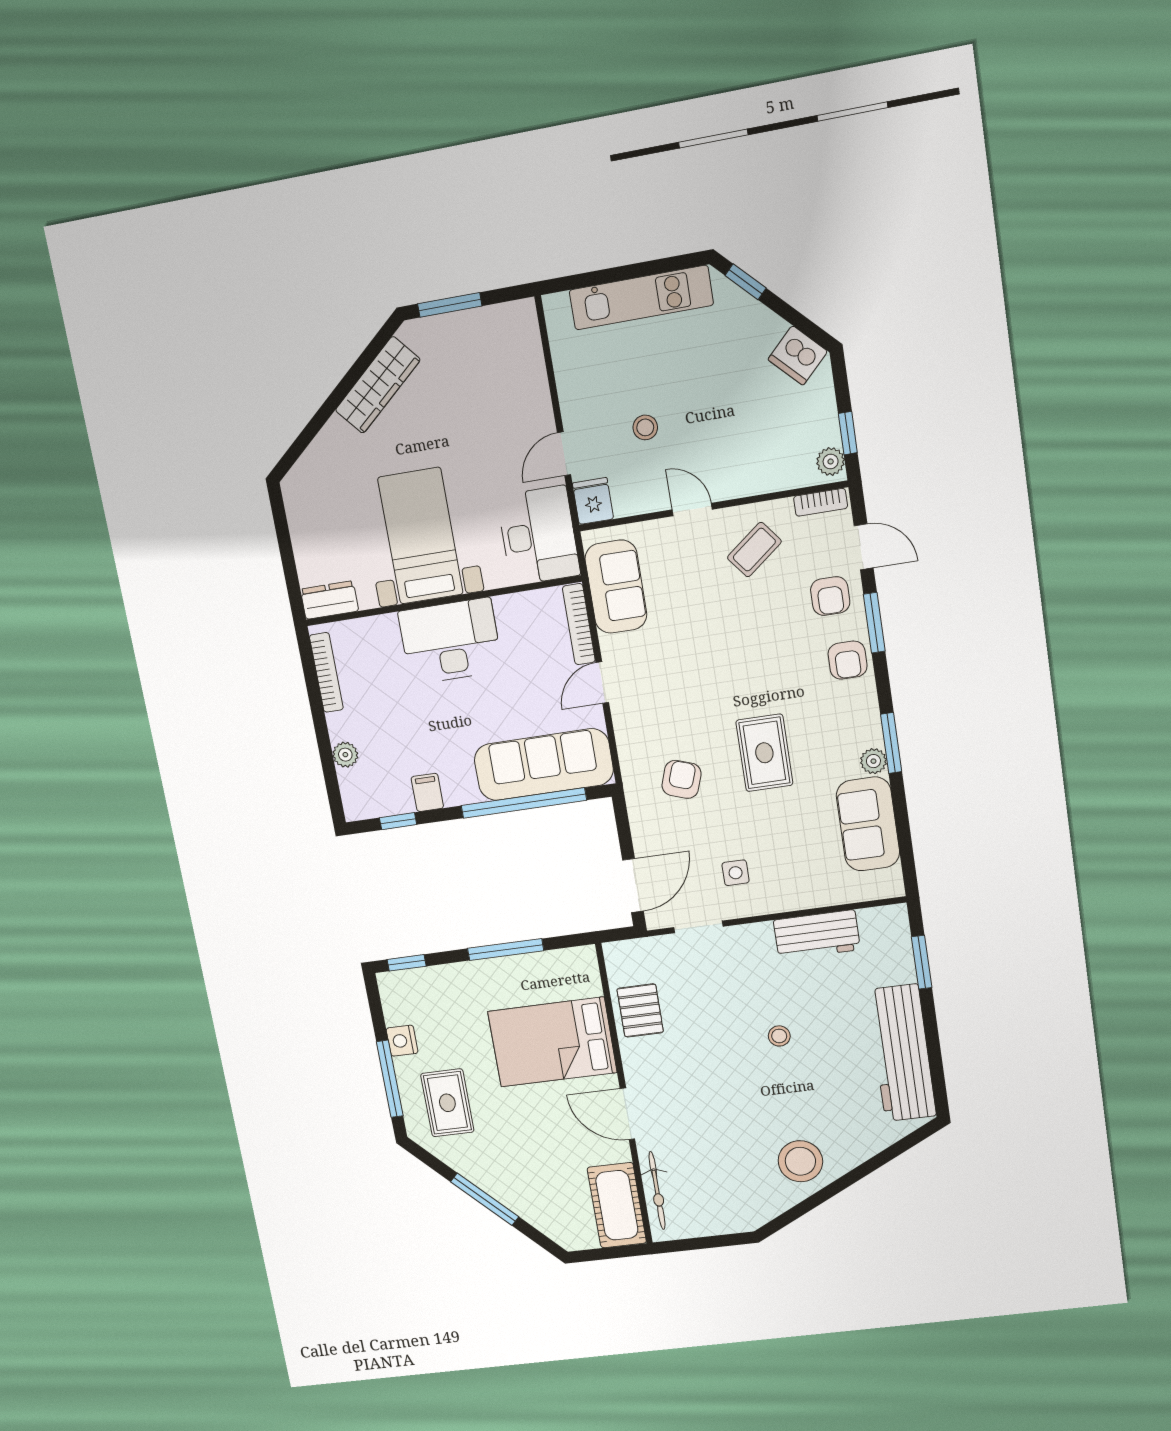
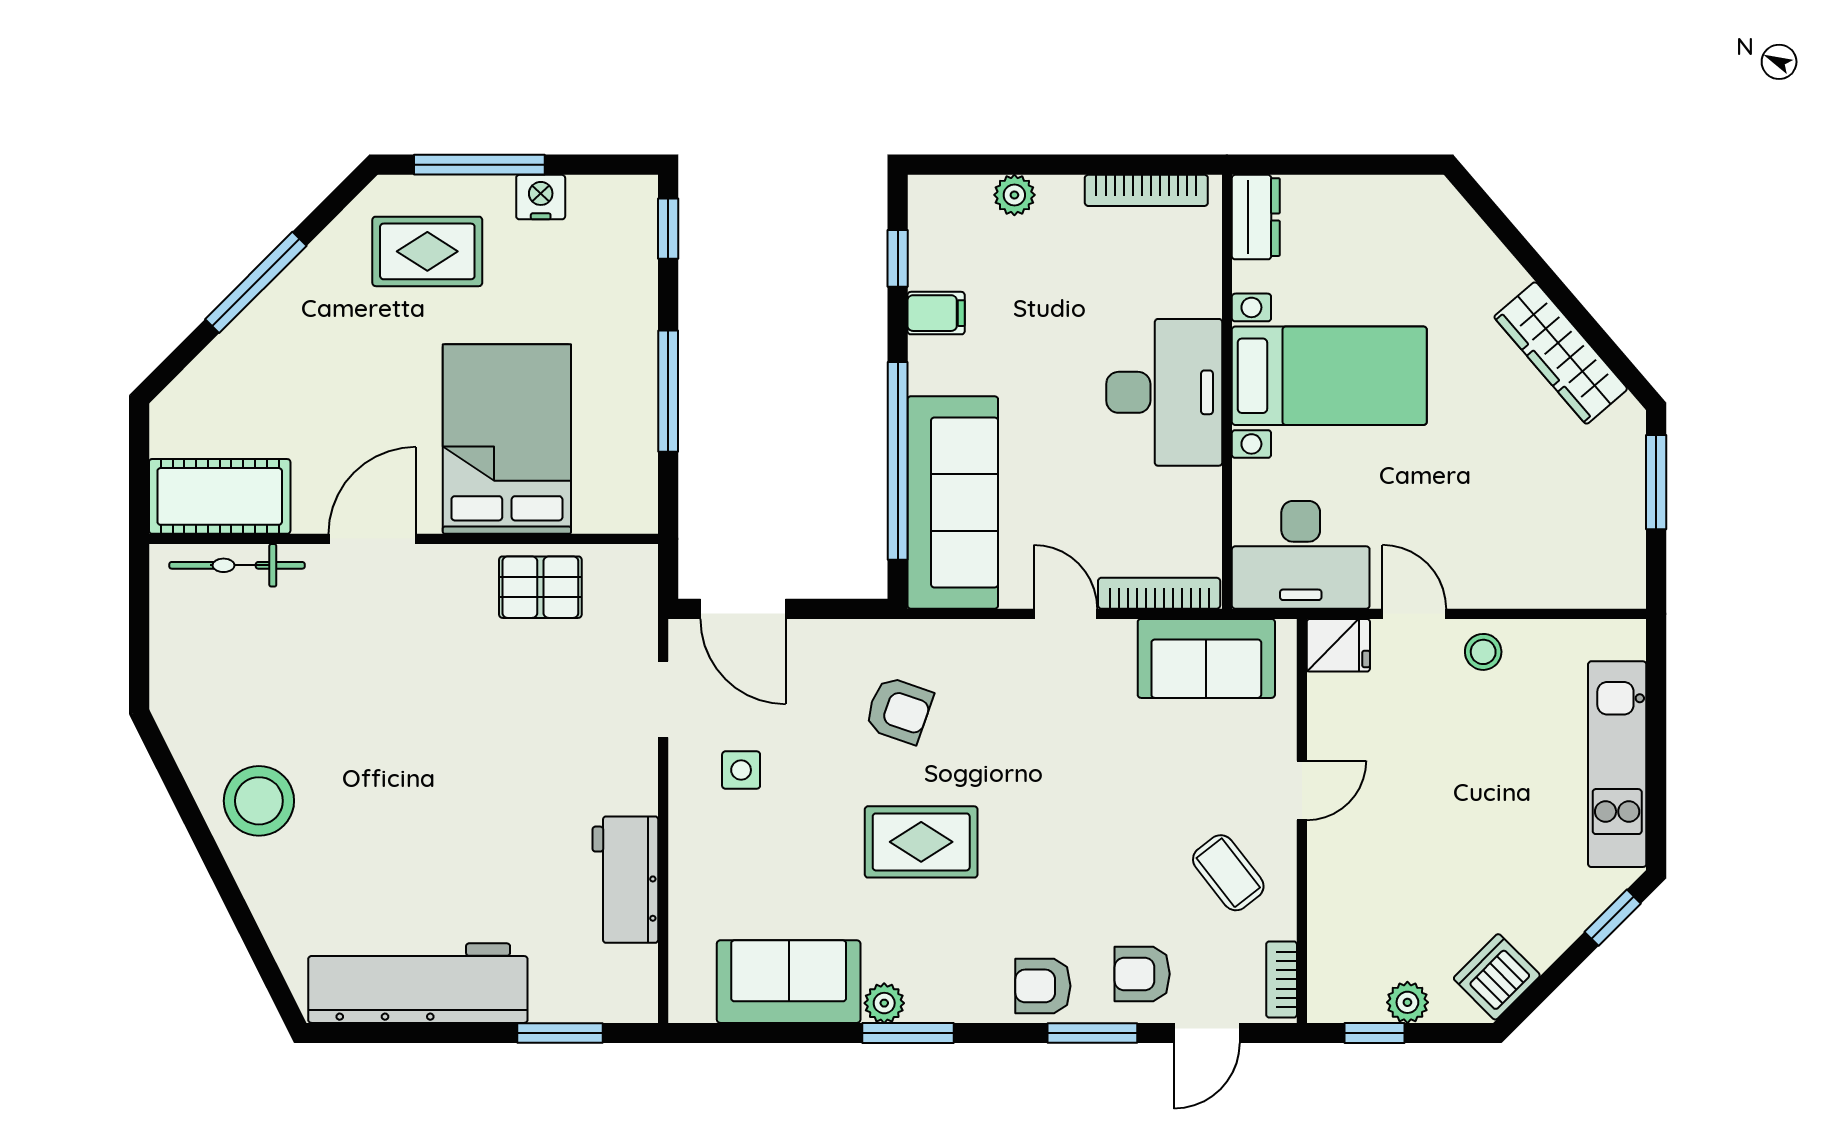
stool: (645, 427) -> (1483, 652), moved
plant: (831, 462) -> (1407, 1002), moved
stool: (779, 1036) -> (470, 798), removed

